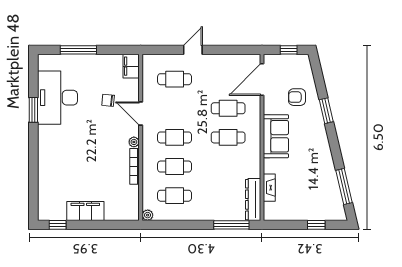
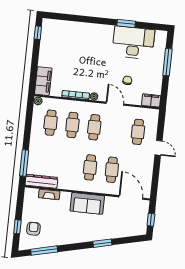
armchair: (297, 97) -> (34, 229), moved
door: (141, 113) -> (115, 104), hinge flipped
filing cabinet: (85, 211) -> (43, 81), moved

